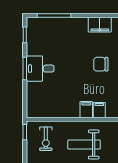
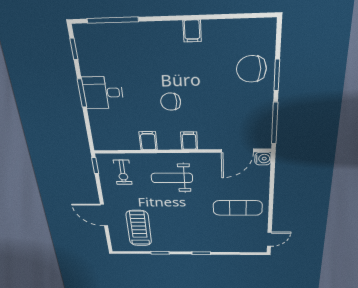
filing cabinet: (100, 25) -> (192, 31), width x0.50
chair: (101, 64) -> (171, 102), moved
filing cabinet: (86, 110) -> (148, 141), moved

